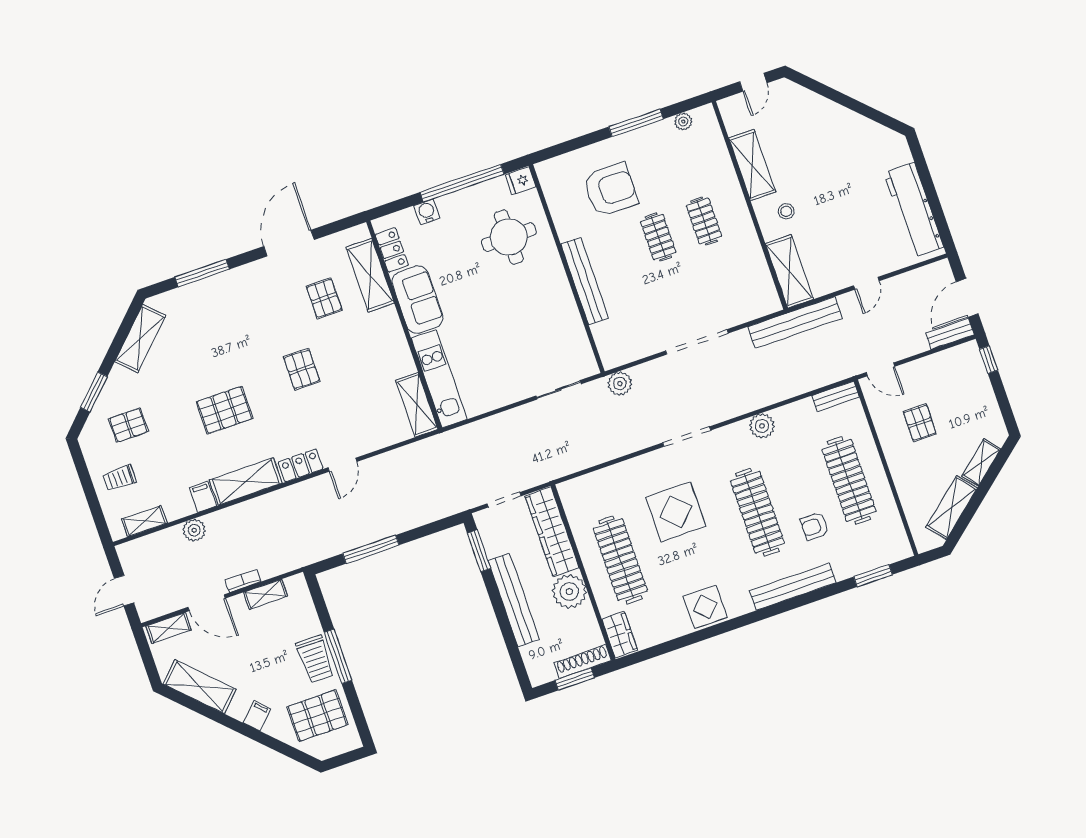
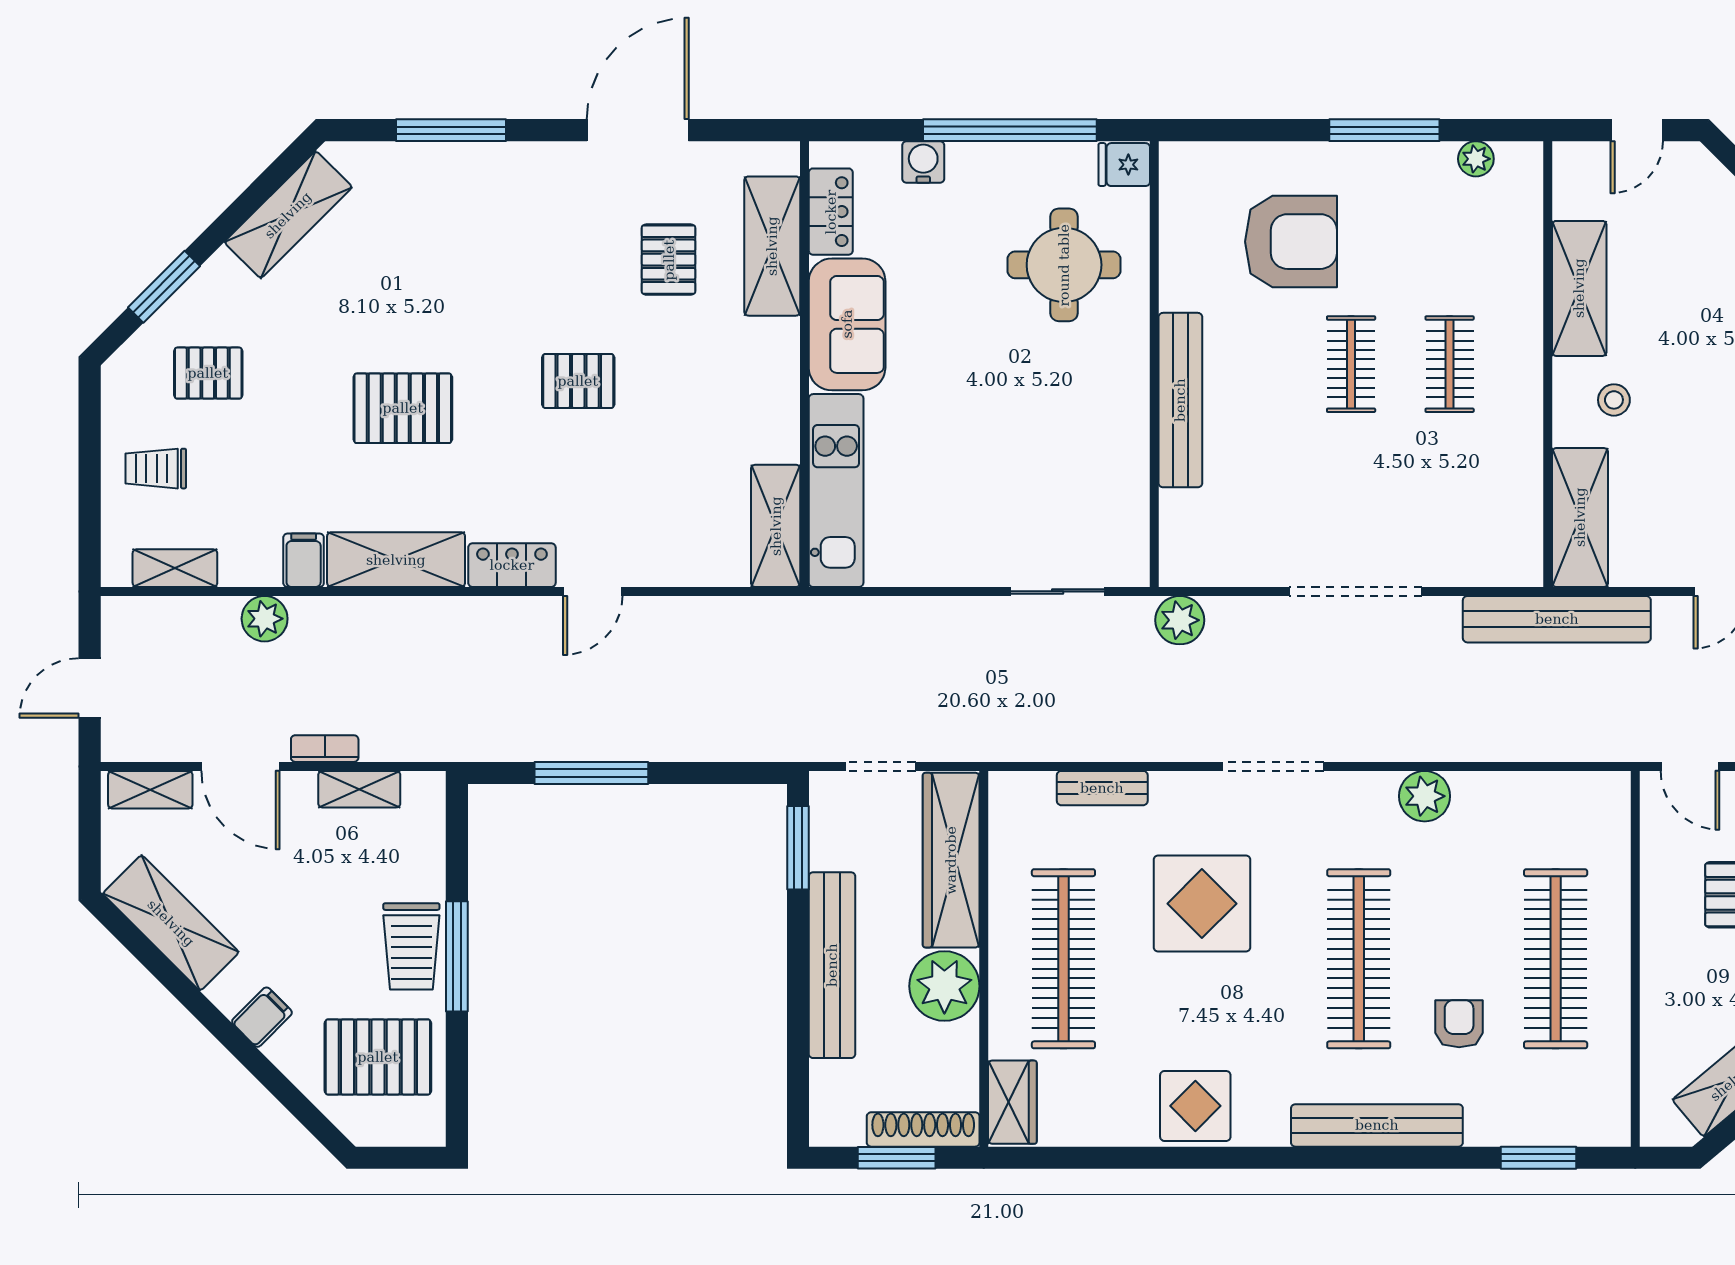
pallet: (302, 369) -> (578, 381), turned 90
bench: (835, 396) -> (1102, 788), moved
armchair: (815, 526) -> (1459, 1024), turned 90

